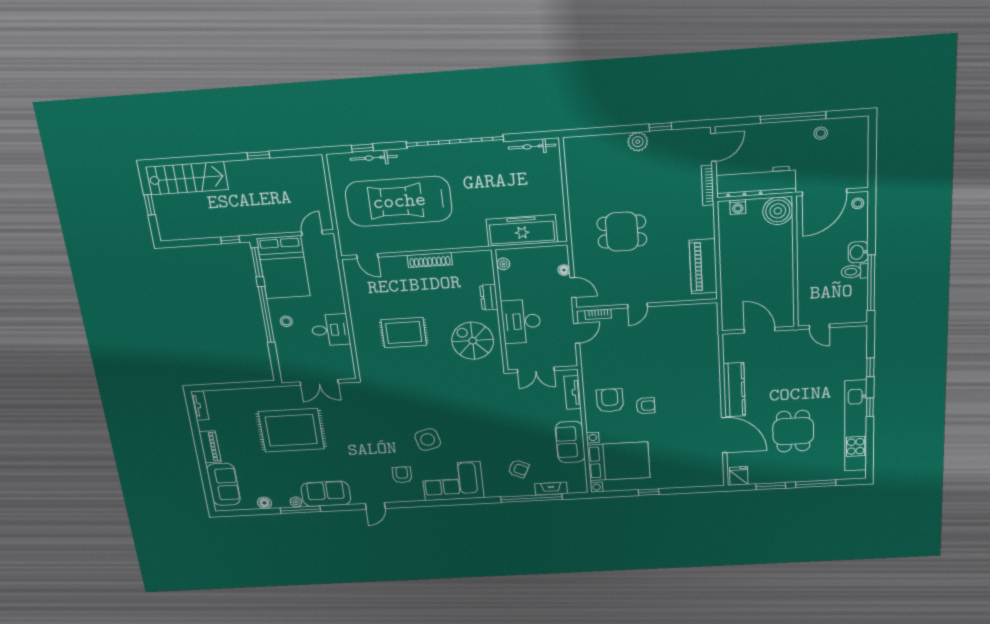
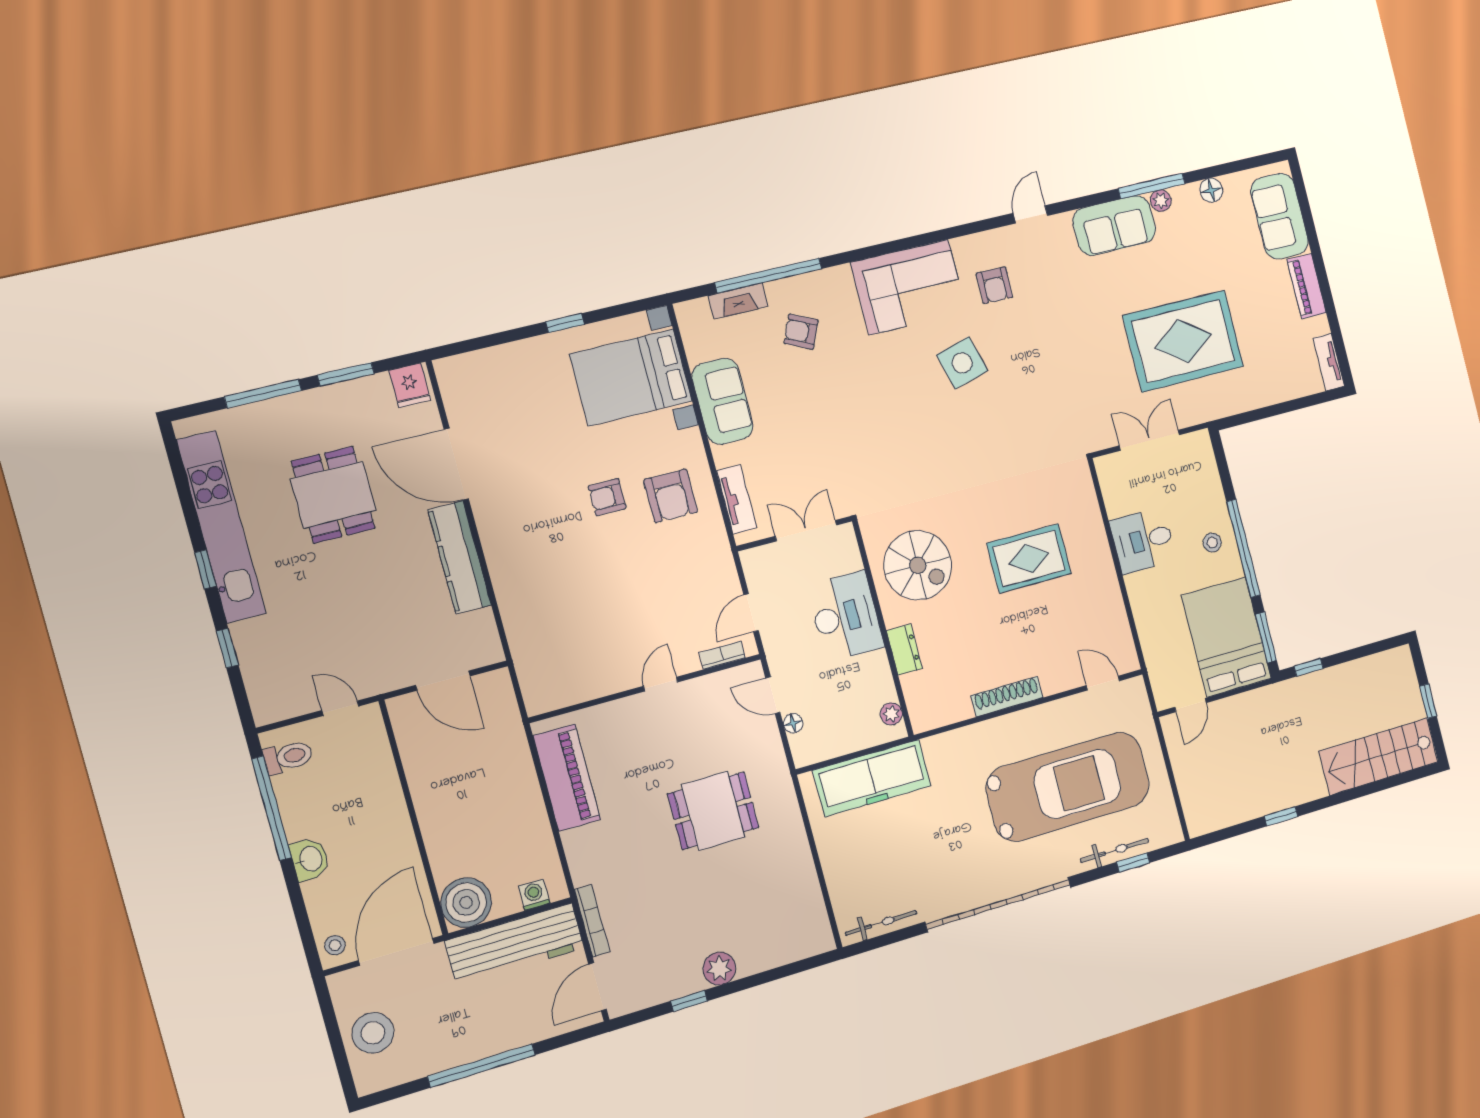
stool: (821, 133) -> (373, 1033), moved, width x1.89, depth x1.89
toilet: (855, 271) -> (288, 757), moved

